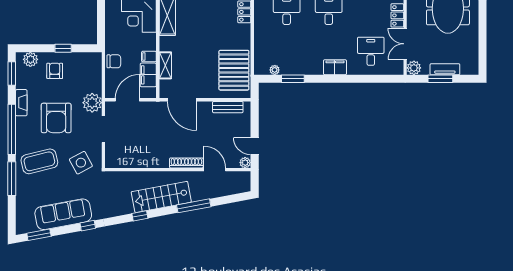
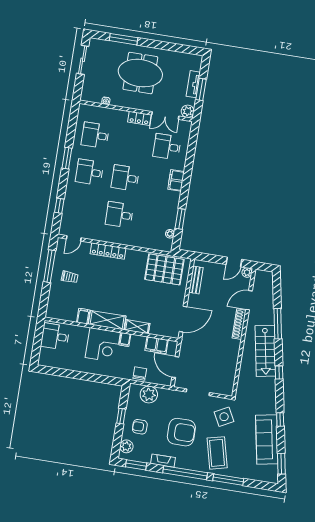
filing cabinet: (149, 57) -> (125, 340), moved
shelving: (165, 65) -> (137, 327), moved
plant: (92, 103) -> (149, 394), moved

